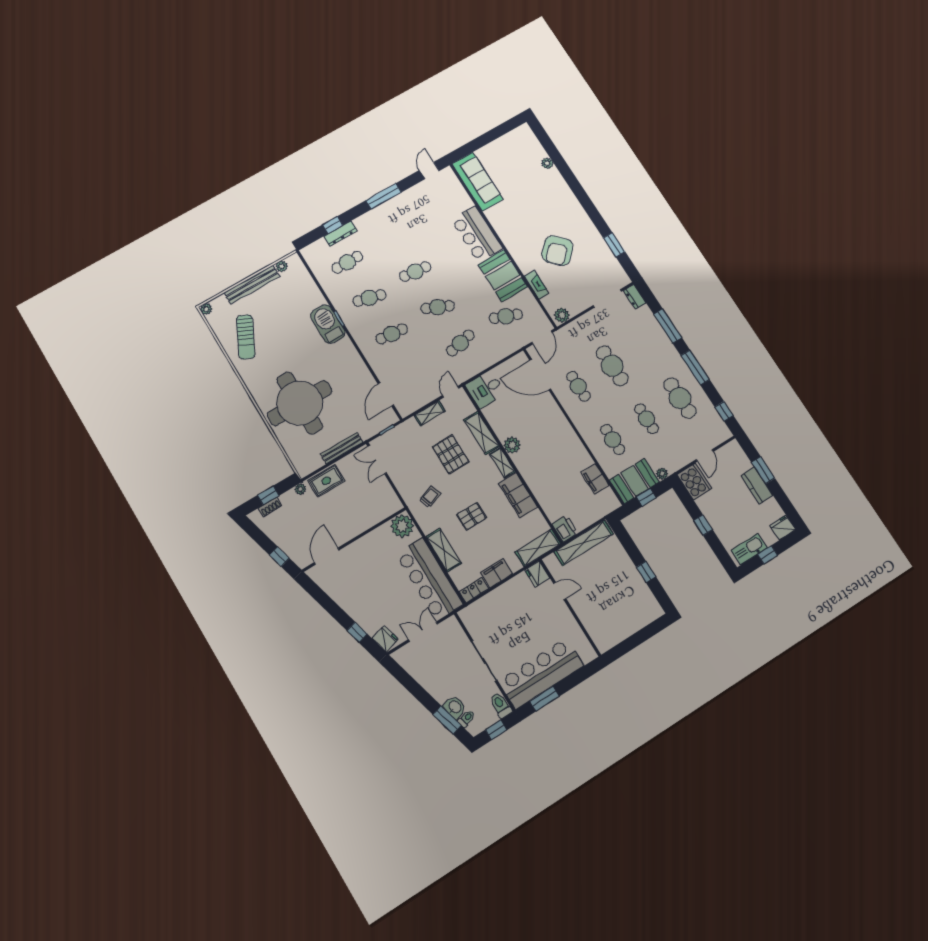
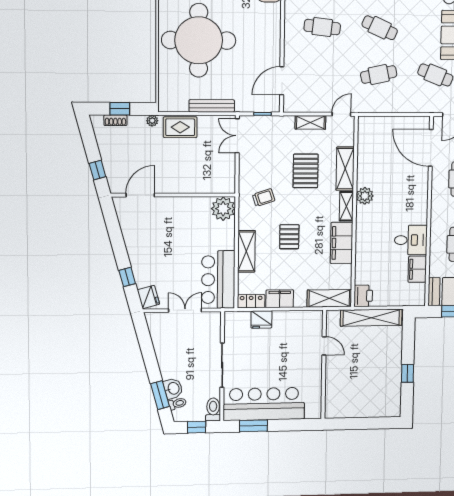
desk: (485, 389) -> (411, 240), moved, turned 180
pallet: (471, 516) -> (289, 237), turned 90
fridge: (537, 574) -> (261, 319), moved, turned -90
bar counter: (429, 579) -> (218, 280), width x0.73

